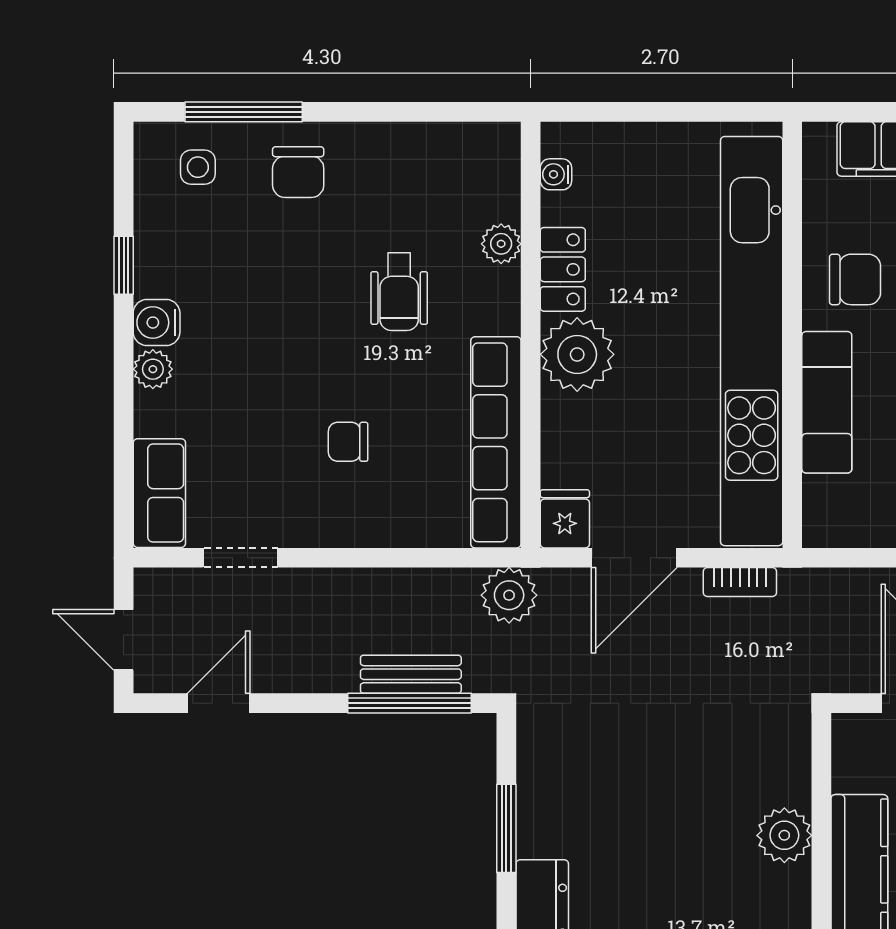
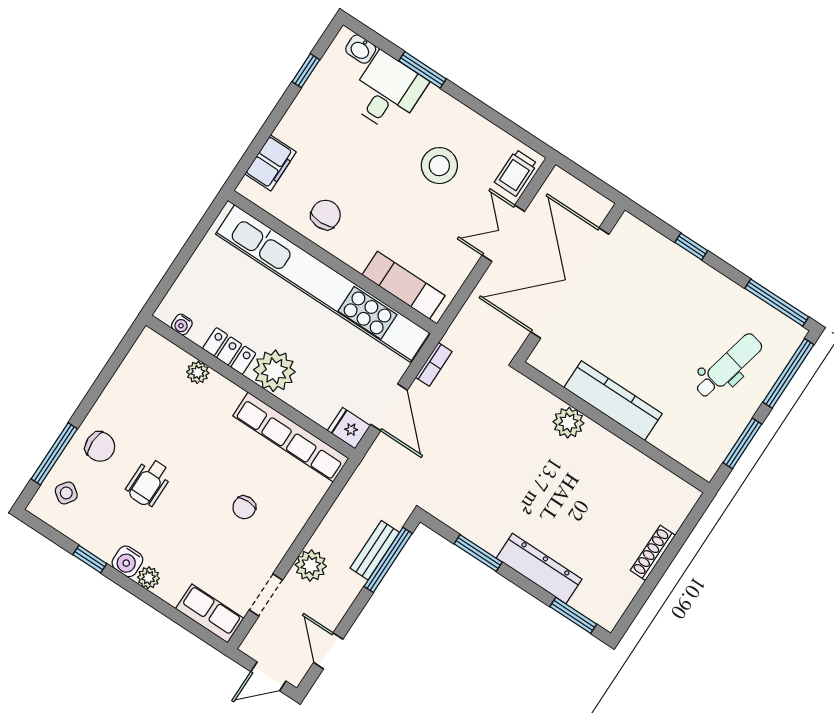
side table: (198, 167) -> (66, 493), turned 36
wheelchair: (399, 292) -> (149, 482), moved, turned 90
exam couch: (827, 402) -> (403, 285), moved
plant: (509, 595) -> (311, 566), moved

